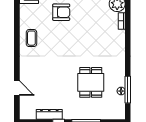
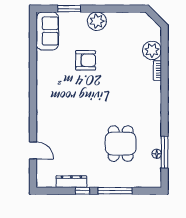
coffee table: (31, 38) -> (50, 91), removed

